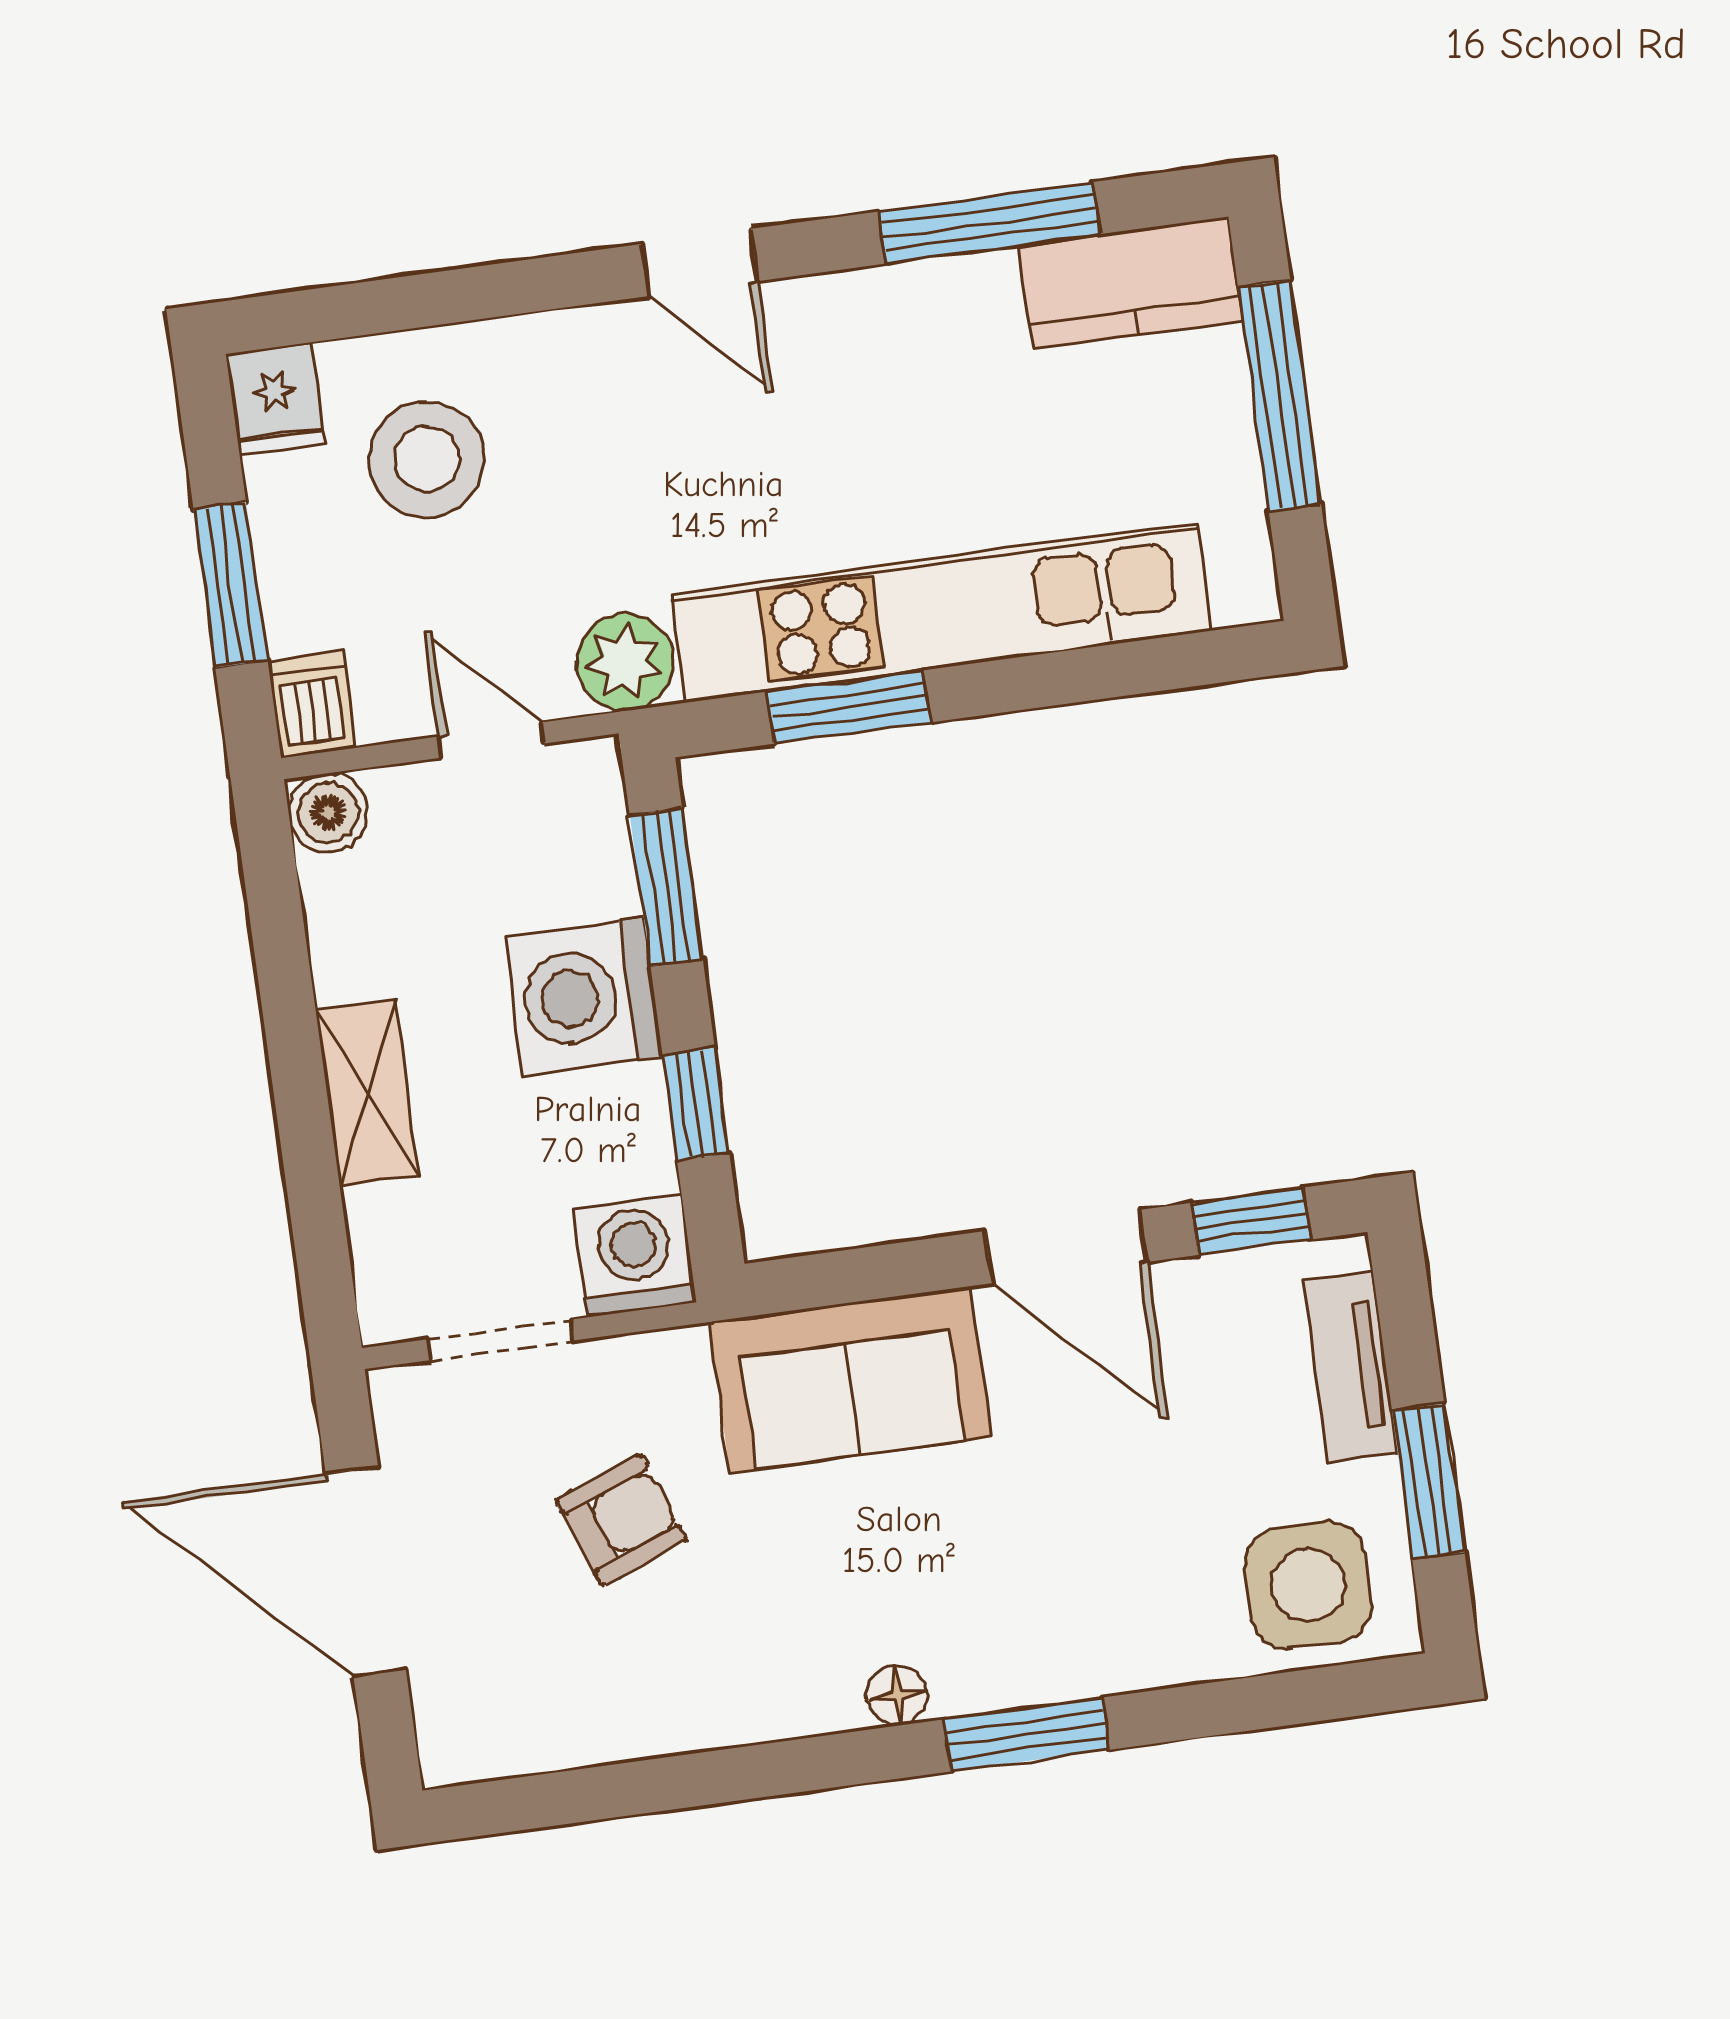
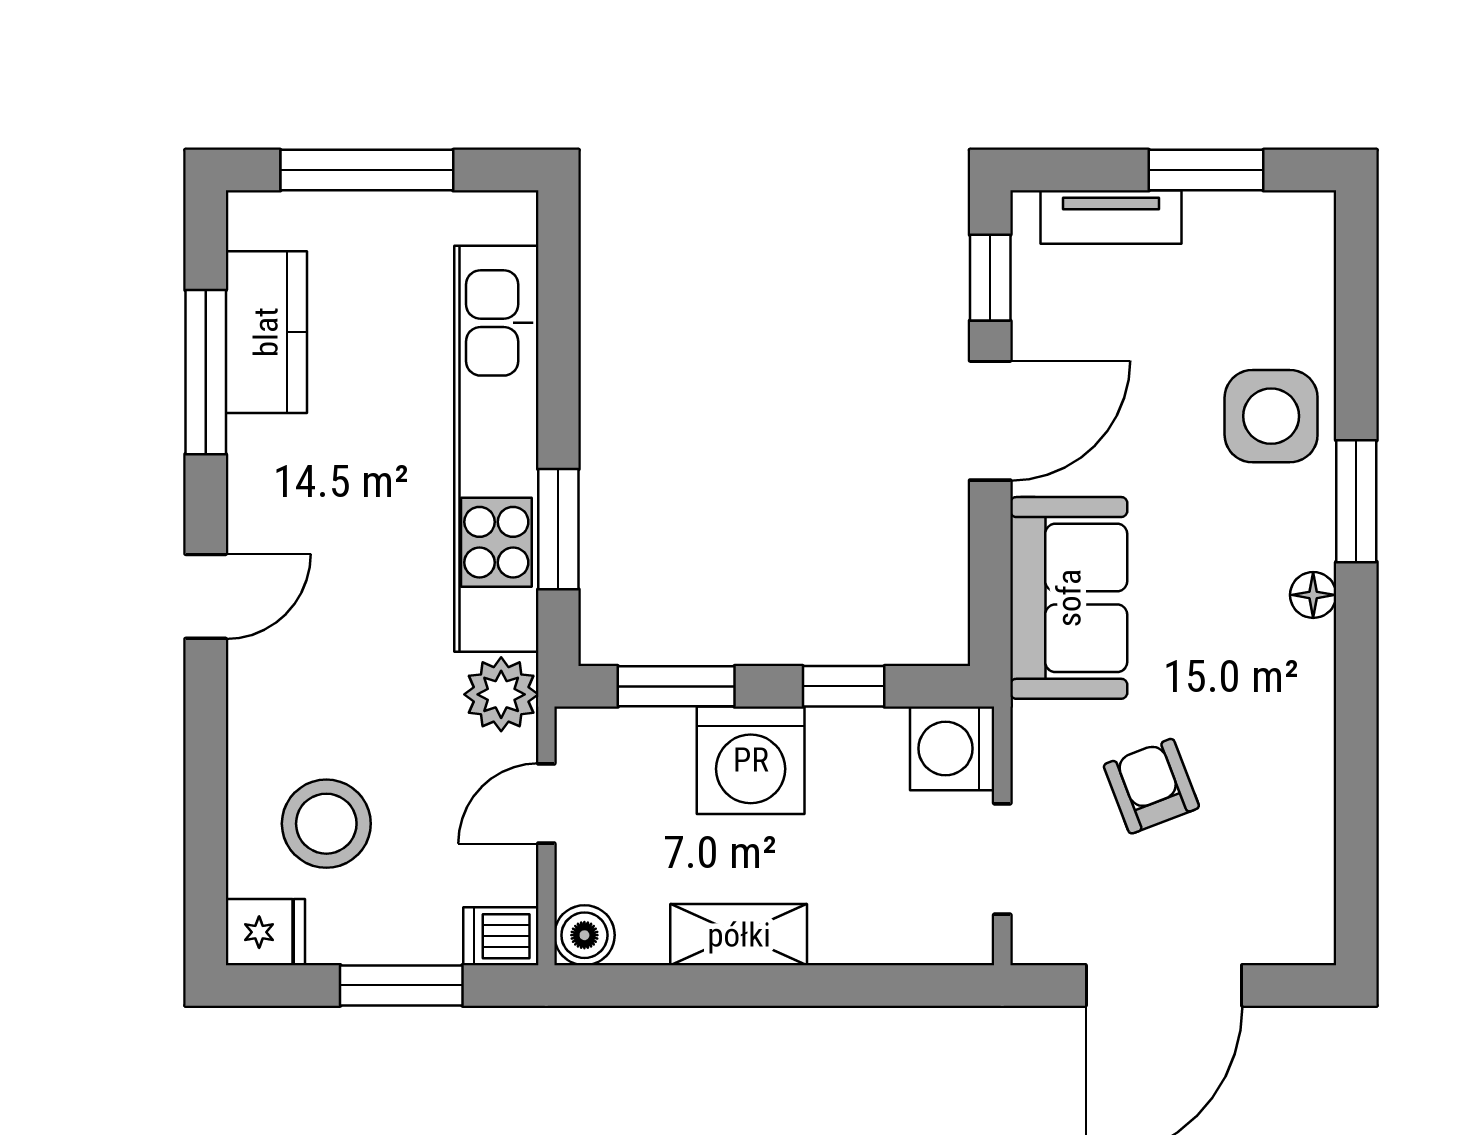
kitchen counter: (1131, 283) -> (266, 332), moved
shelving: (367, 1093) -> (739, 935), moved
side table: (1308, 1585) -> (1271, 416), moved

